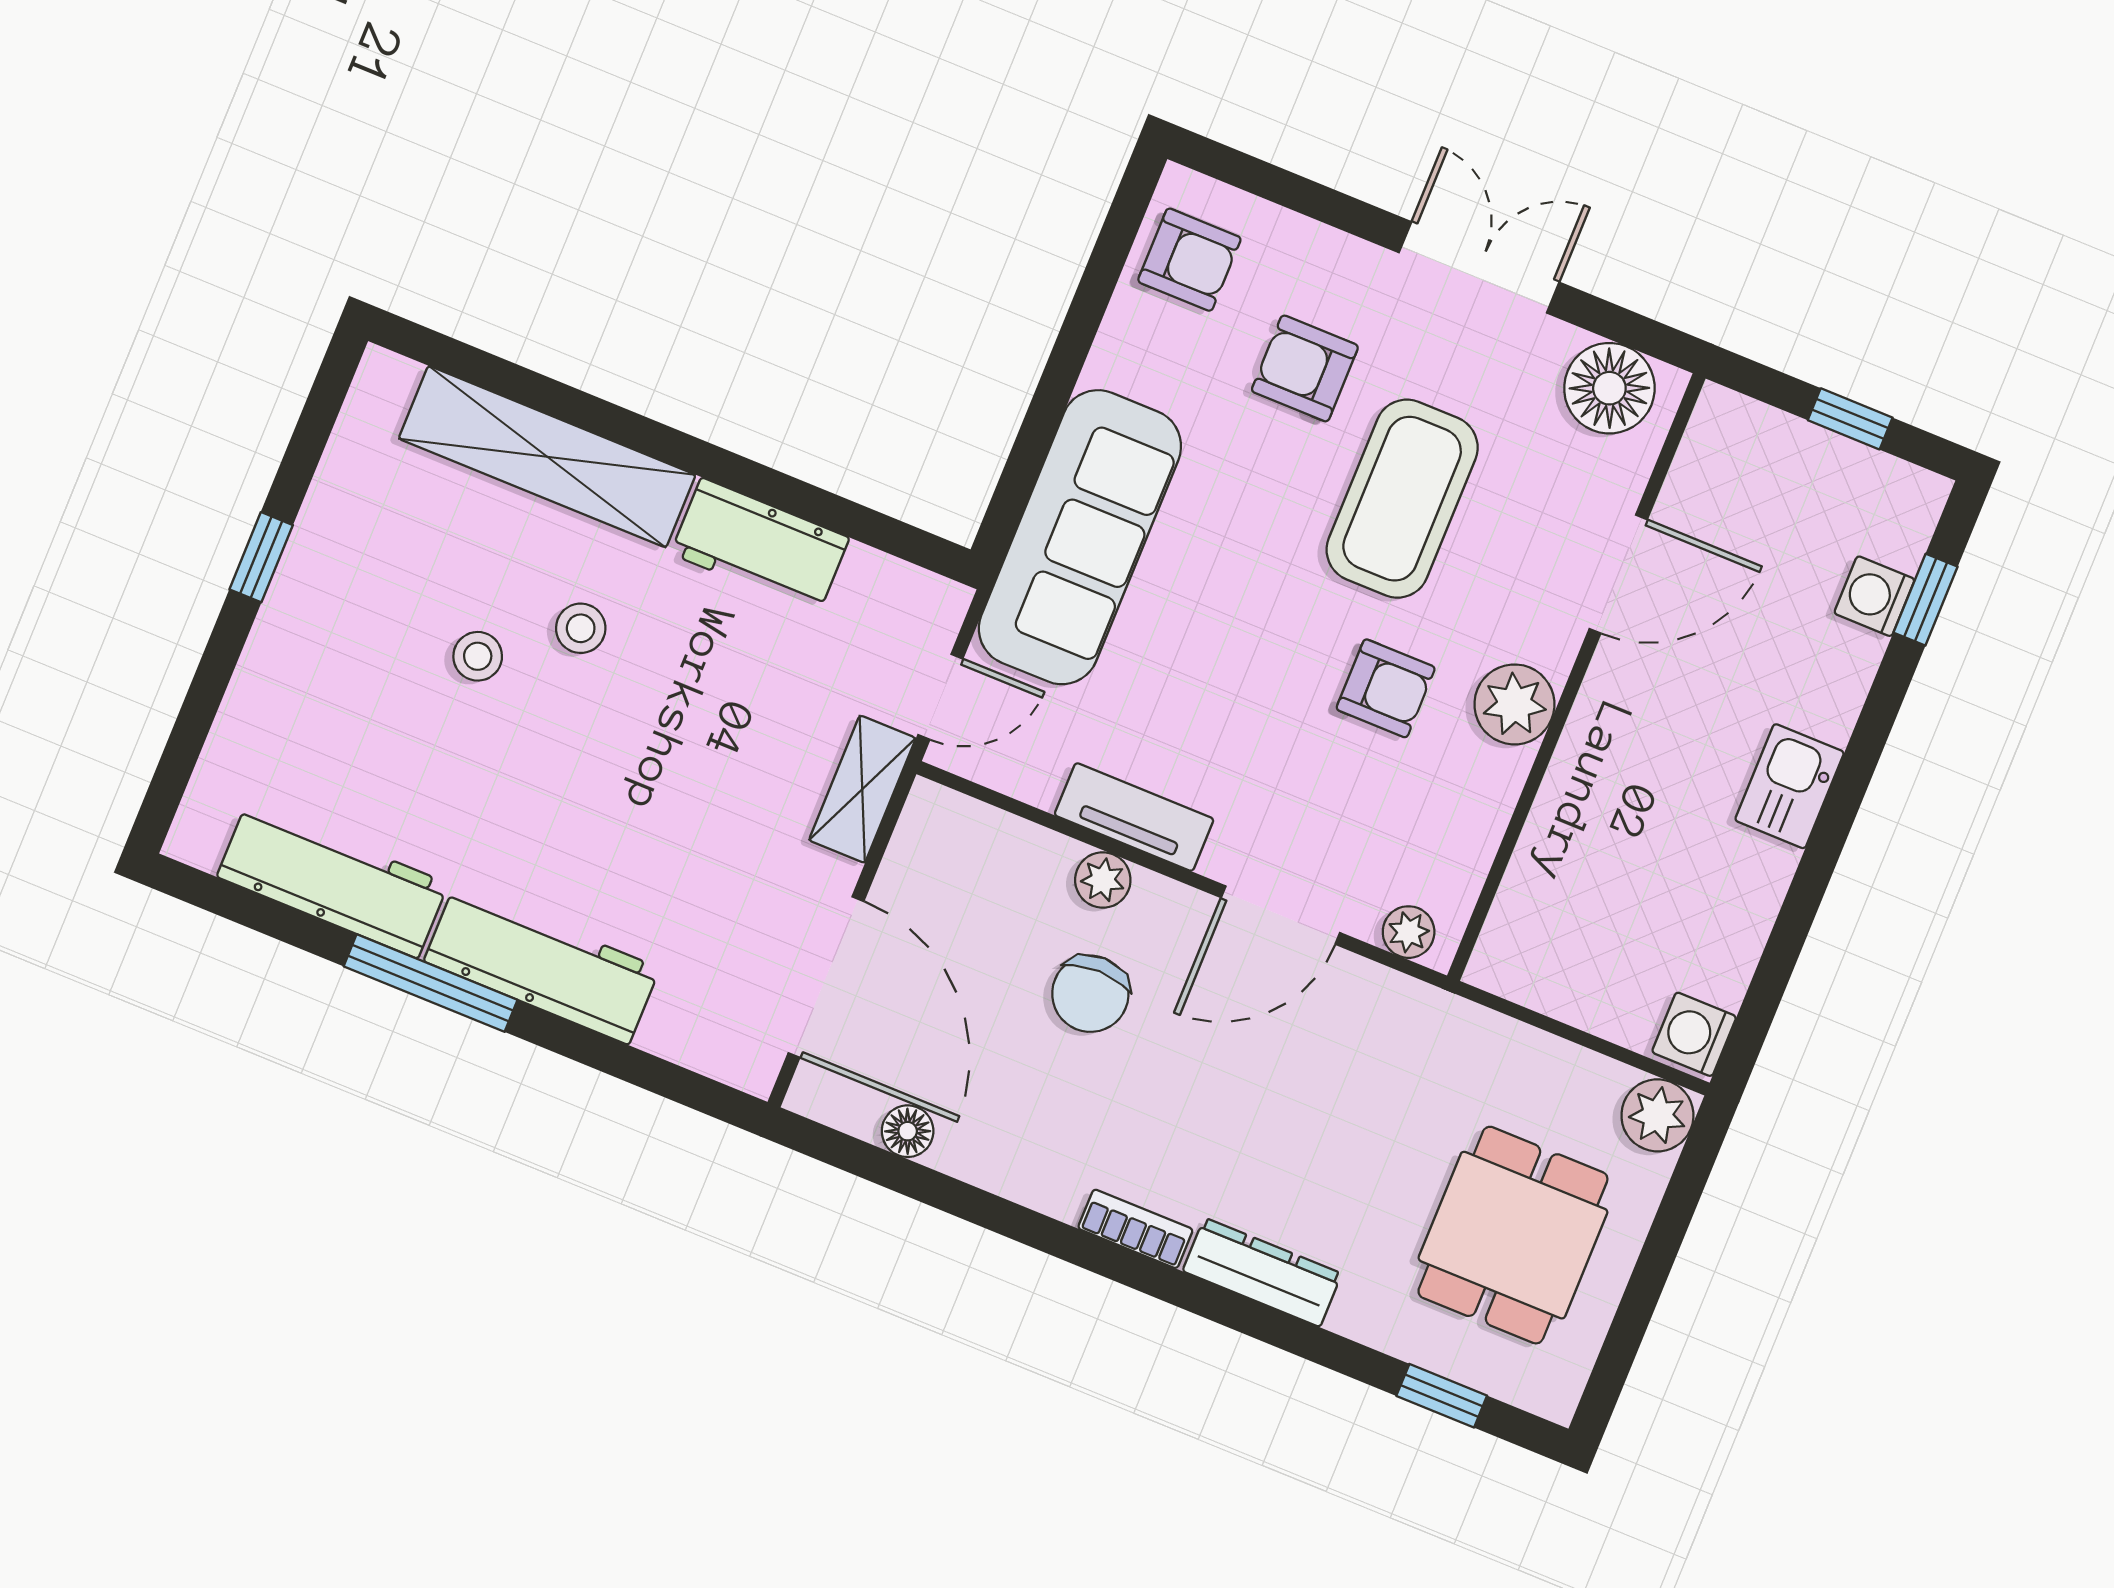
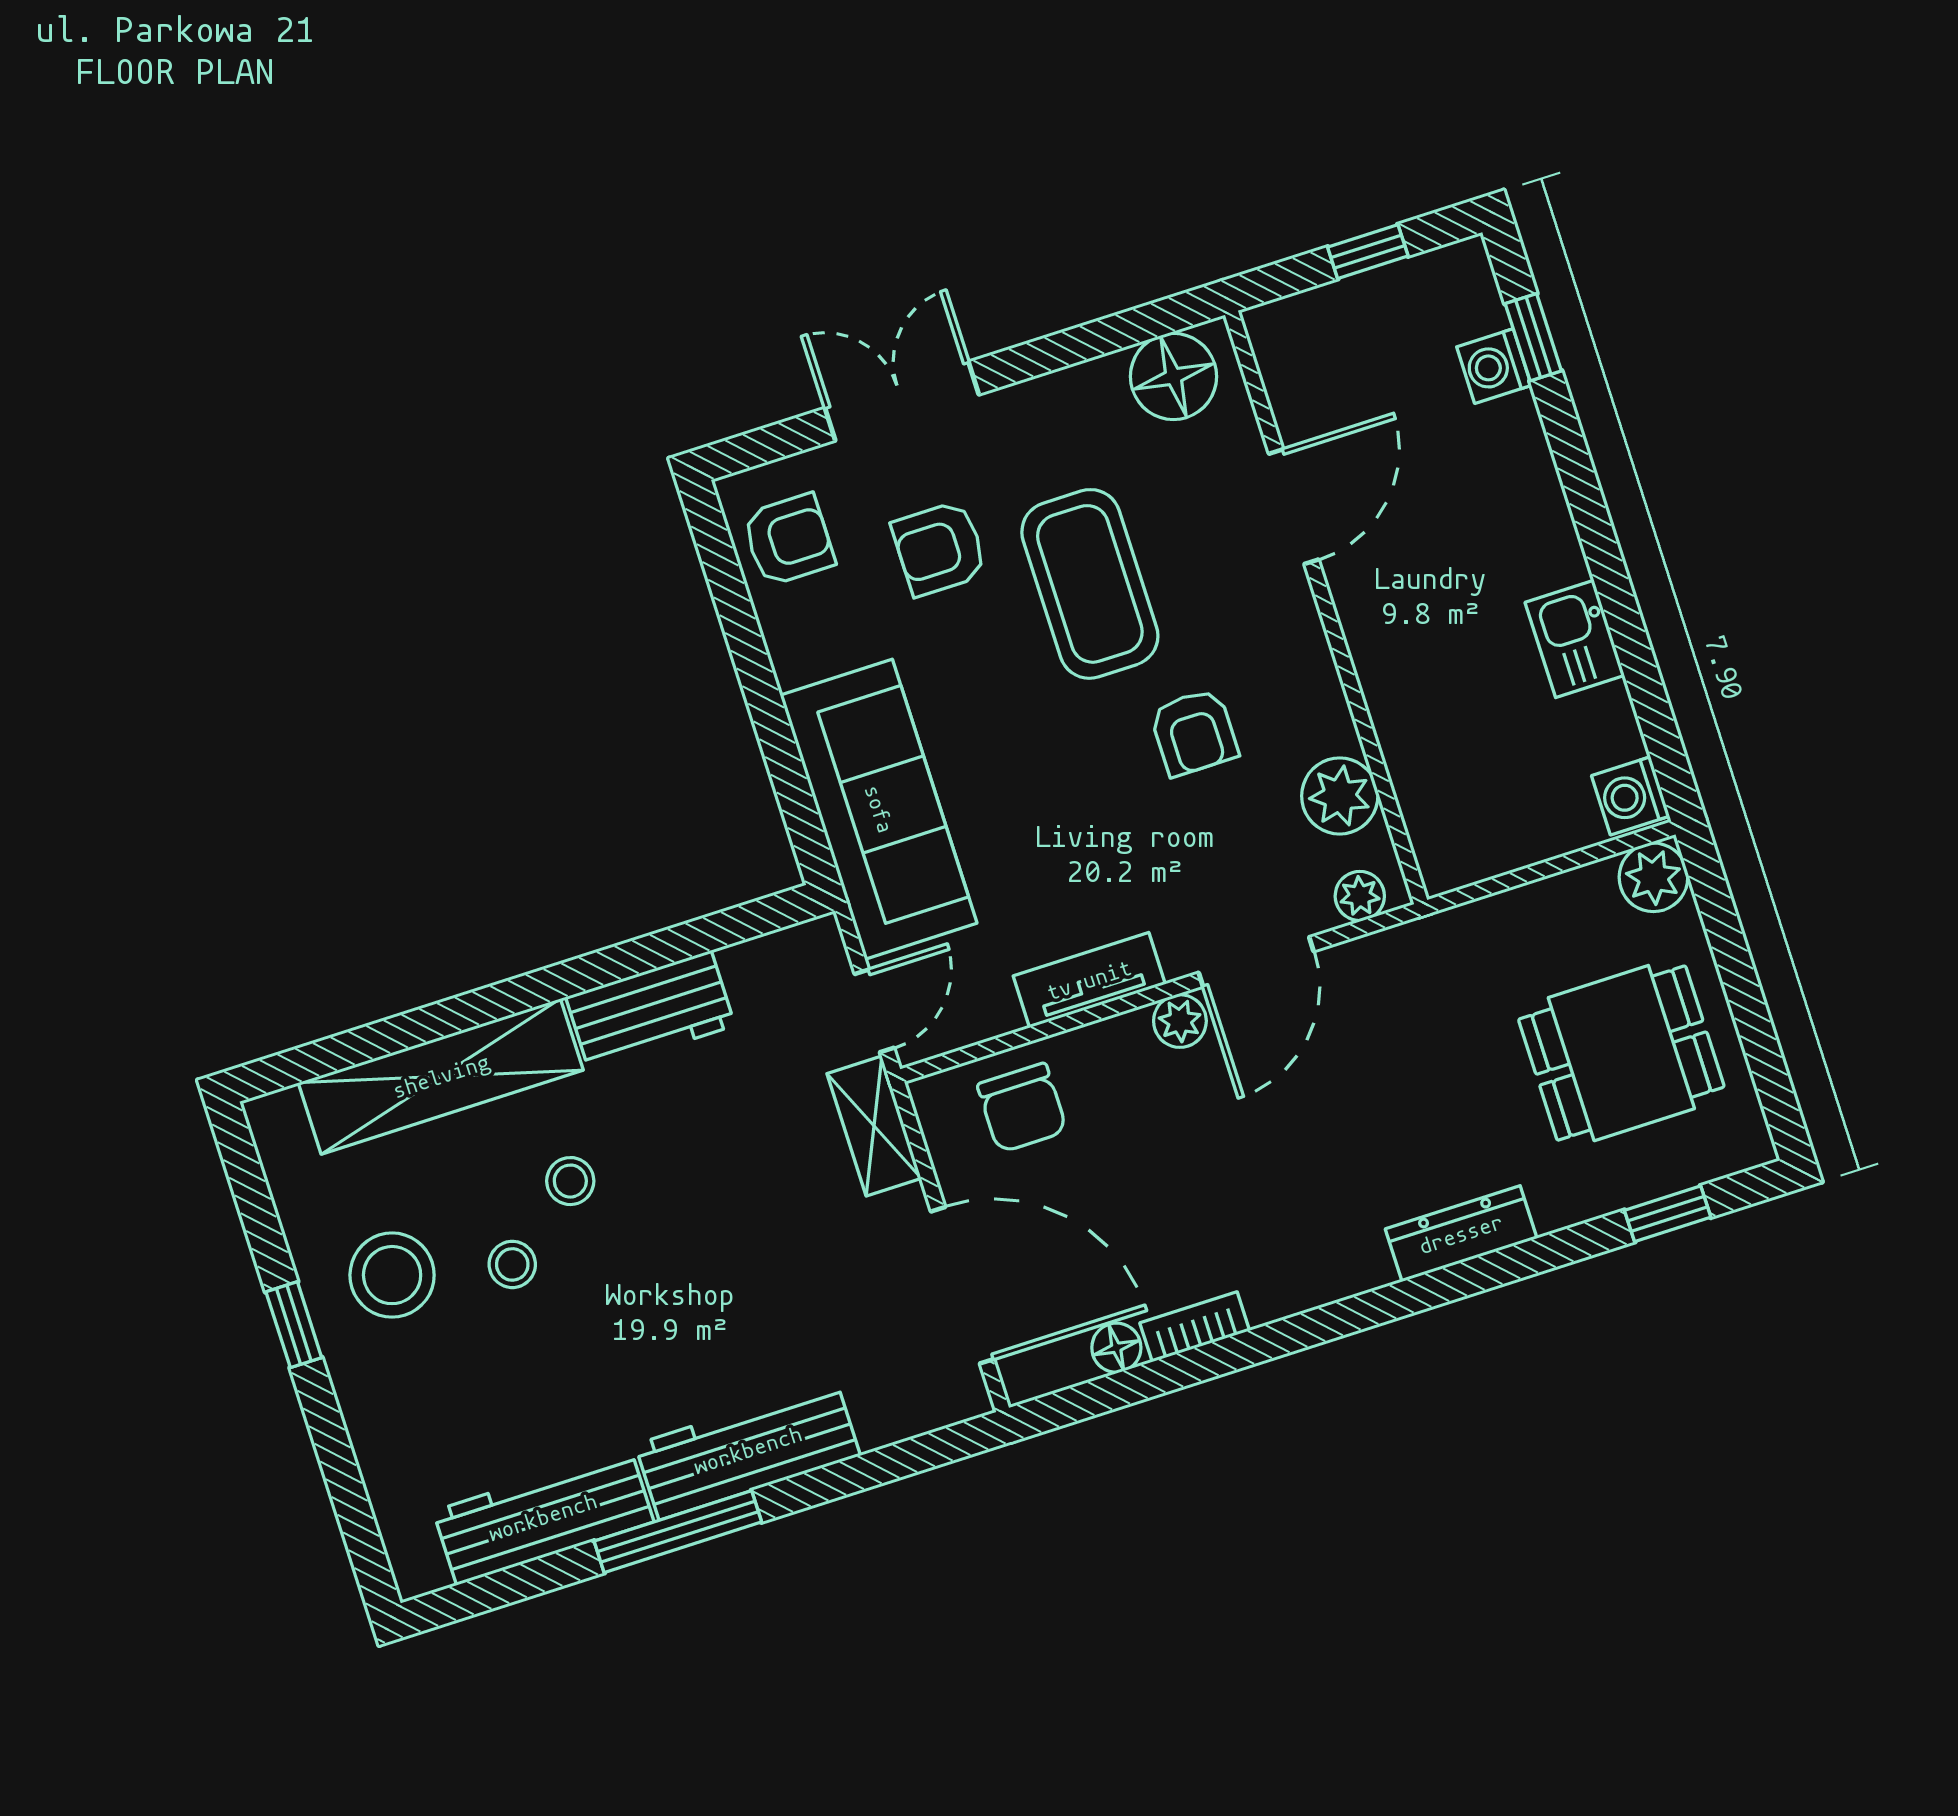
double door: (1479, 267) -> (902, 401), moved
stool: (374, 584) -> (392, 1275), added
armchair: (1386, 688) -> (1194, 732), turned 90
plant: (1514, 704) -> (1340, 796), moved
kitchen sink: (1790, 786) -> (1575, 639), moved
plant: (1103, 880) -> (1180, 1021), moved
chair: (1090, 994) -> (1022, 1108), moved
bookcase: (1135, 1229) -> (1195, 1327), moved
dining table: (1513, 1235) -> (1621, 1053), turned 90

